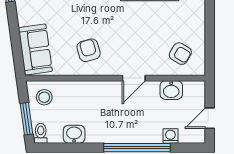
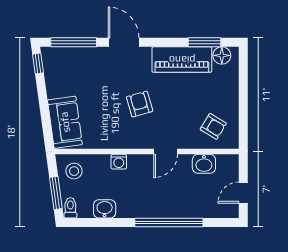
armchair: (89, 50) -> (140, 104), moved
washing machine: (170, 136) -> (119, 162), moved, turned 180

